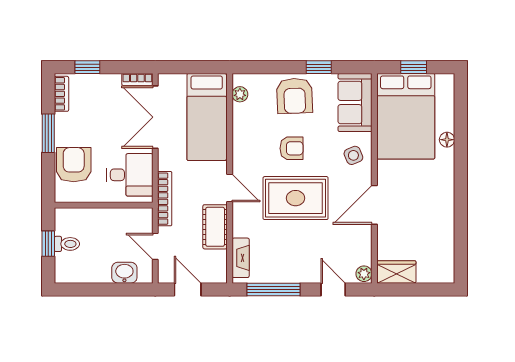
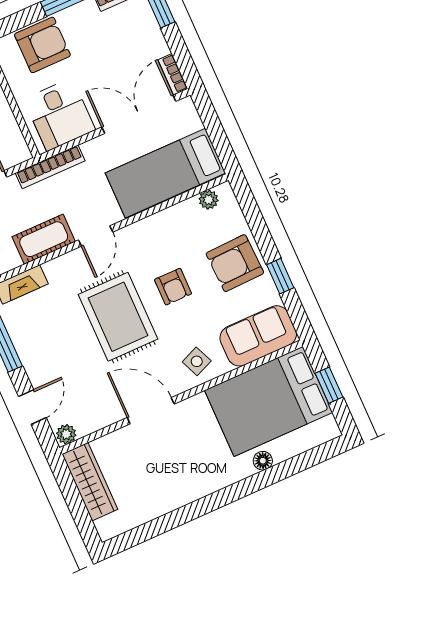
wardrobe: (396, 272) -> (90, 482), width x1.50

